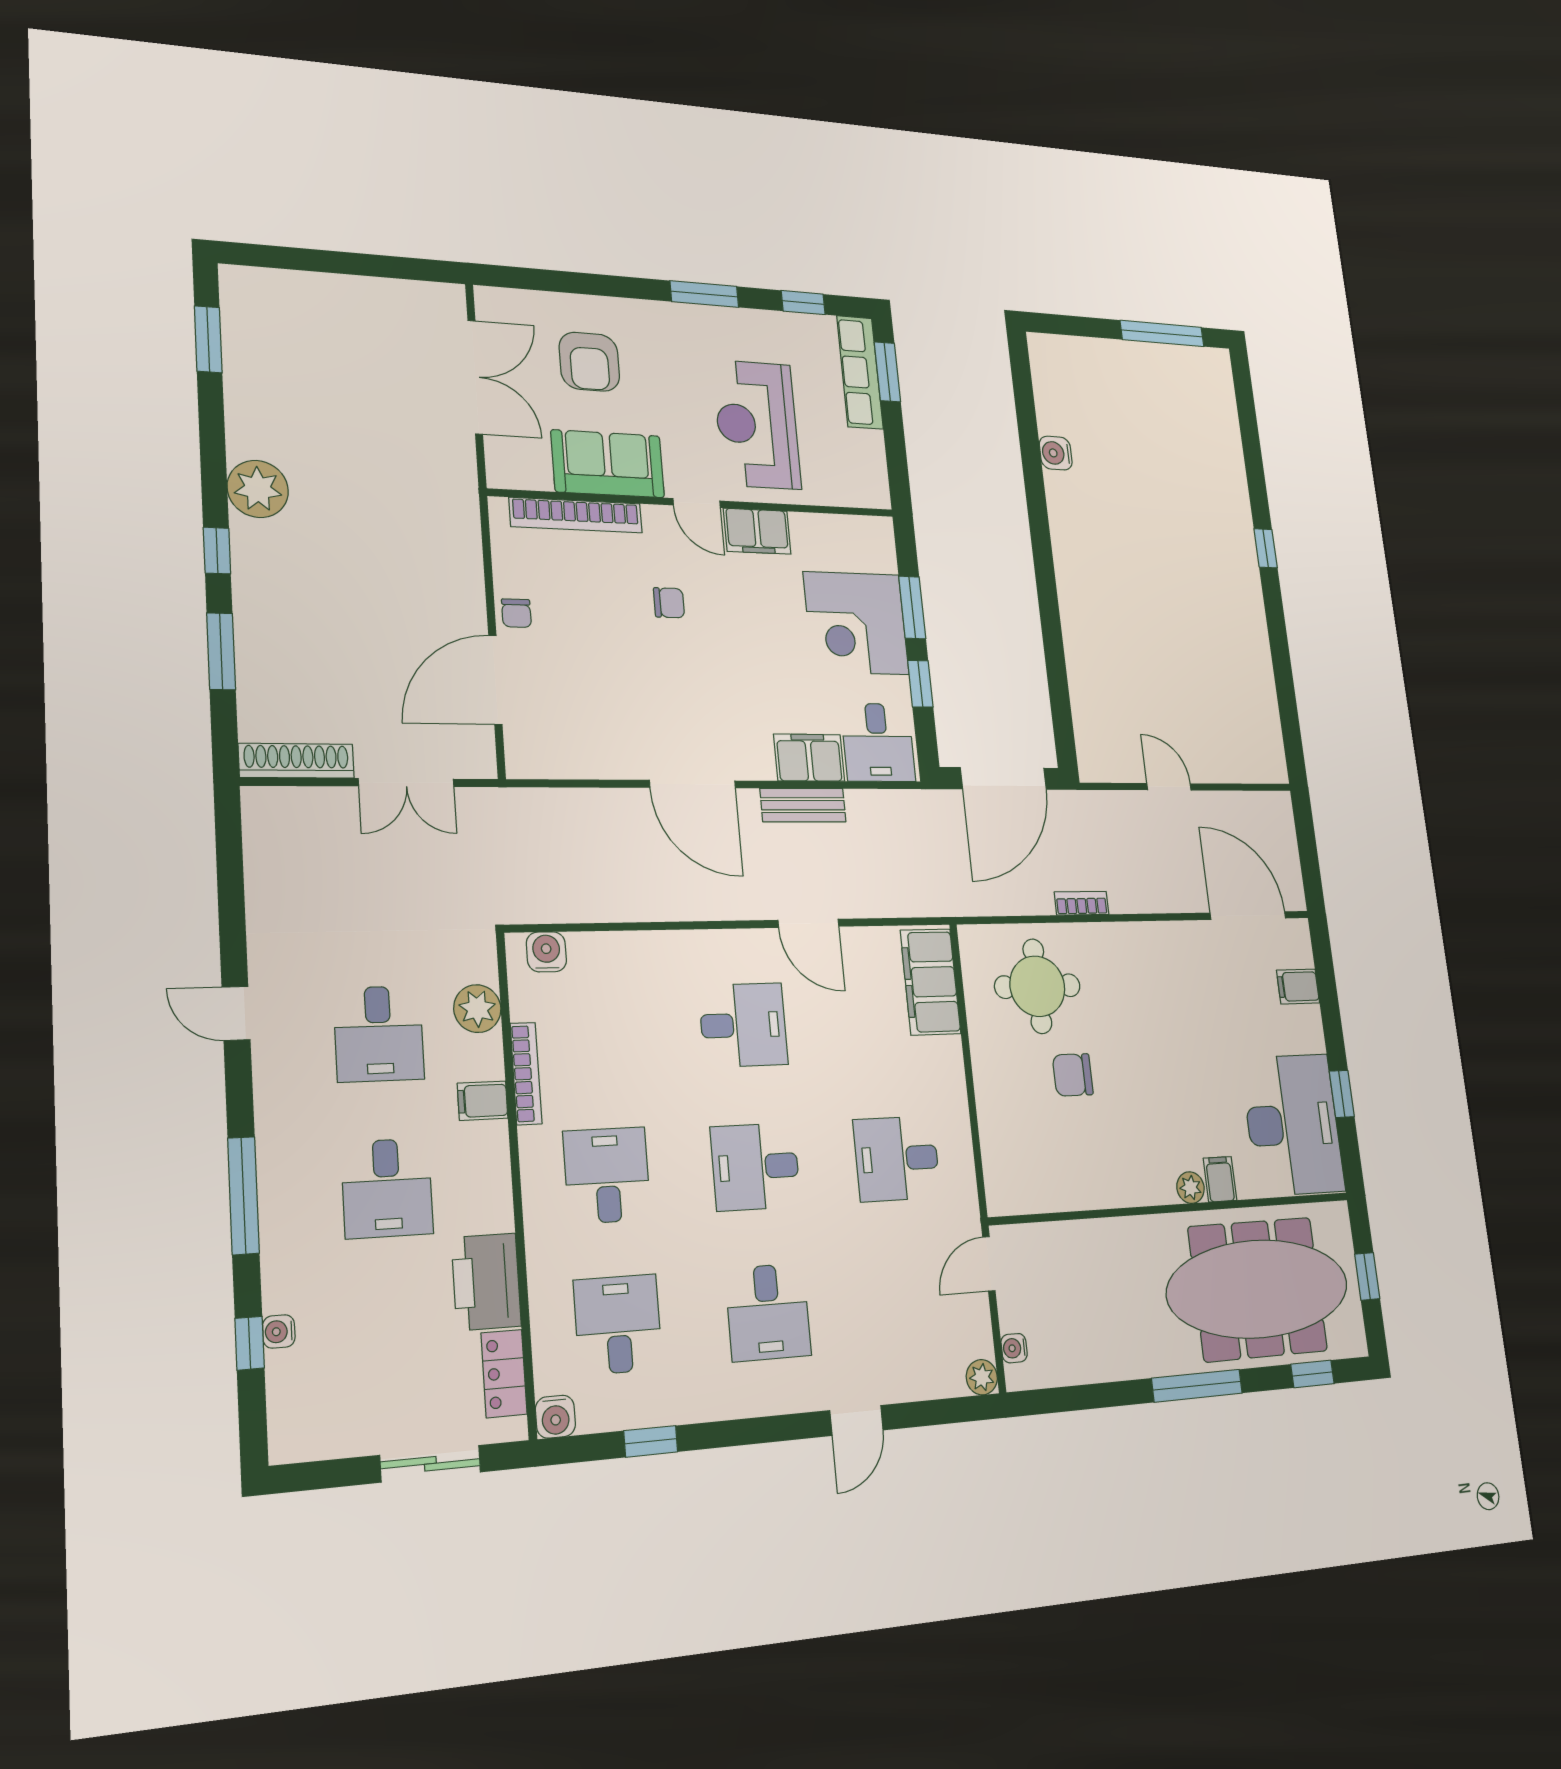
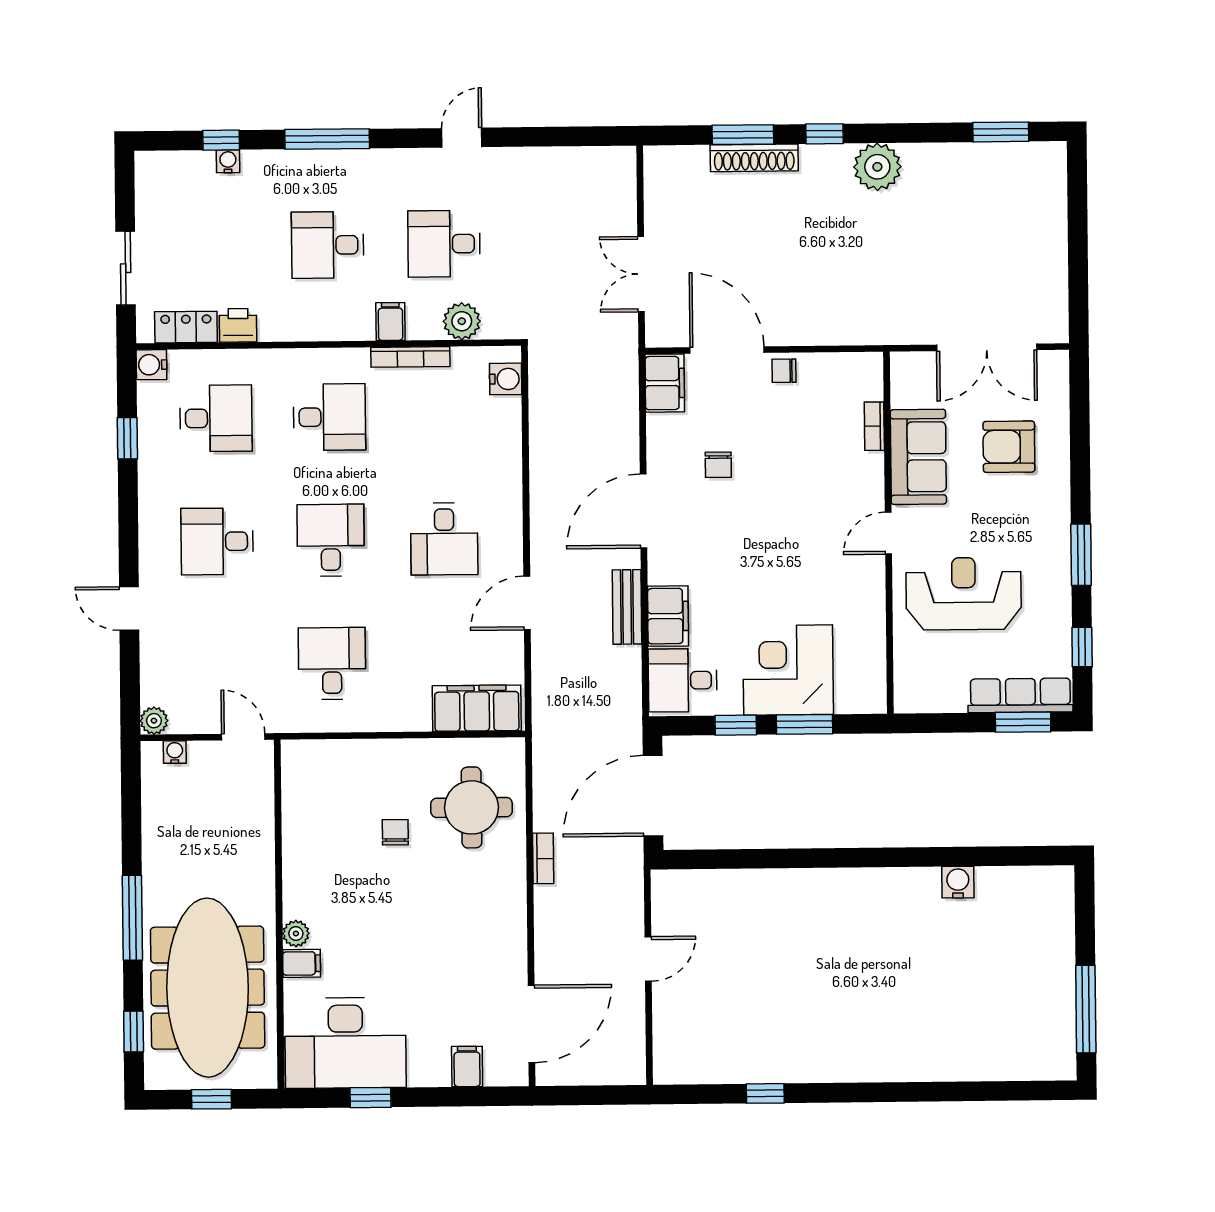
bookcase: (576, 515) -> (874, 426), width x0.43, depth x0.76
filing cabinet: (757, 531) -> (665, 383), moved, turned 180
window: (1266, 548) -> (765, 1093), moved
chair: (669, 603) -> (718, 465), moved
shoe rack: (296, 761) -> (754, 158), moved, turned 90
door: (1004, 779) -> (653, 796), hinge flipped
chair: (1073, 1075) -> (395, 832), width x0.73, depth x0.73
printer: (486, 1282) -> (238, 325), width x0.53, depth x0.68

